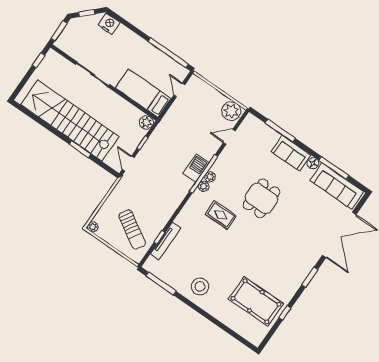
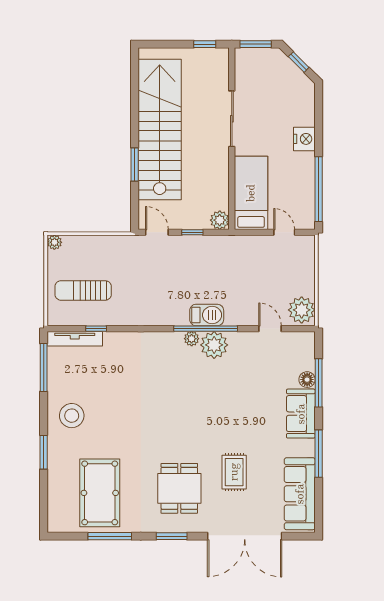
nightstand: (109, 24) -> (304, 139), moved
door: (179, 90) -> (284, 232), hinge flipped
floor lamp: (313, 163) -> (307, 380), moved
door: (128, 164) -> (157, 232), hinge flipped
window: (334, 168) -> (319, 454), moved
plant: (210, 177) -> (214, 345), width x1.88, depth x1.88
dining table: (261, 198) -> (179, 488), moved, turned 90
rug: (221, 215) -> (234, 472), moved
sun lounger: (132, 230) -> (83, 290), turned 59
tv unit: (166, 241) -> (75, 339), moved
window: (285, 313) -> (110, 536), width x2.17
window: (210, 317) -> (44, 452), added

